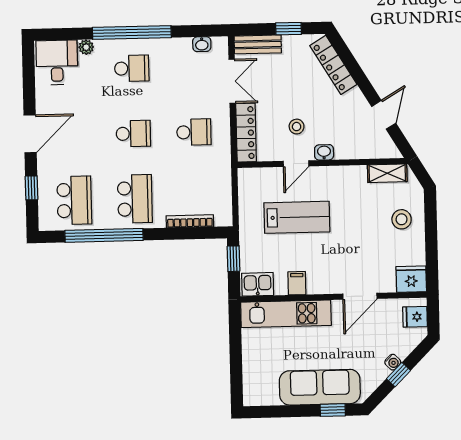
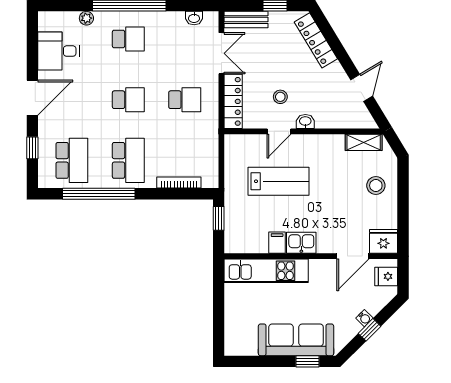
desk: (57, 63) -> (59, 51), moved, turned -90
kitchen sink: (258, 284) -> (301, 243), moved
door: (360, 296) -> (353, 256), moved

